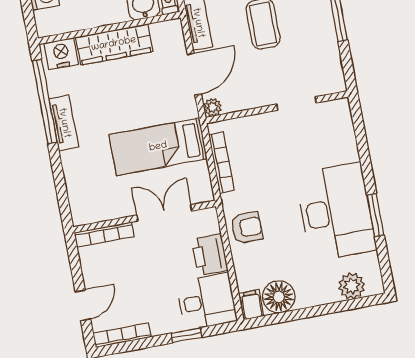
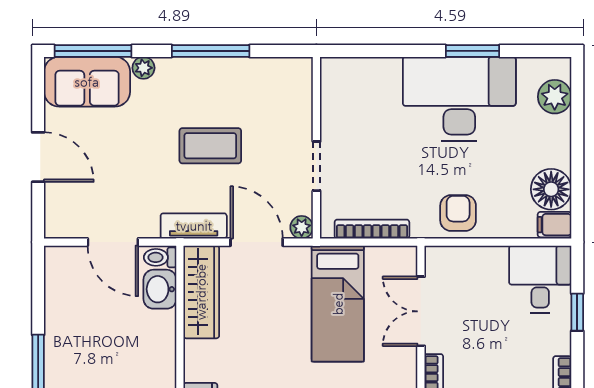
wardrobe: (114, 44) -> (201, 292), moved
doorway: (297, 104) -> (316, 166), moved
printer: (210, 255) -> (483, 265), removed

